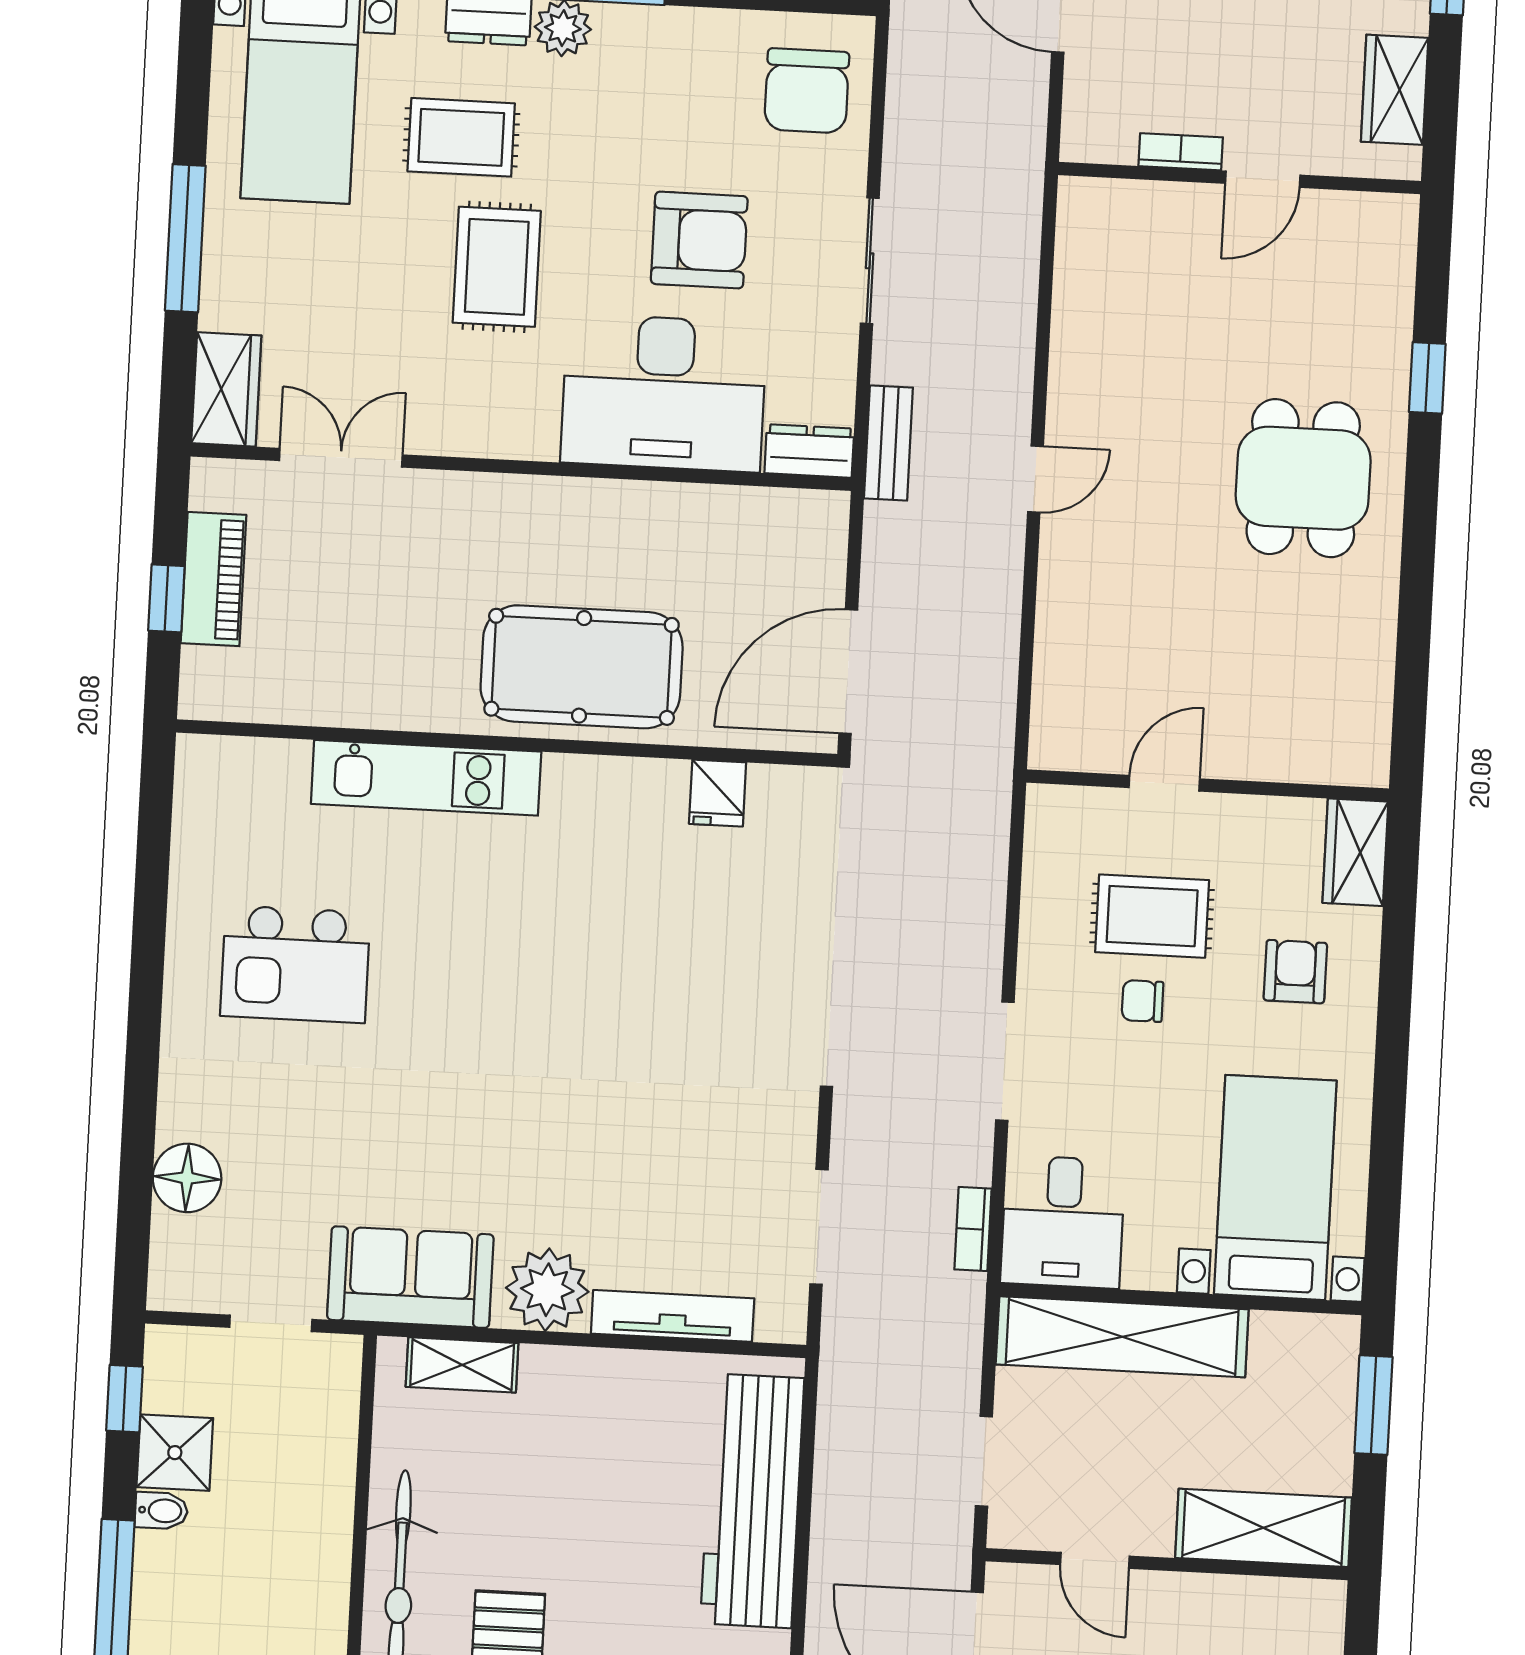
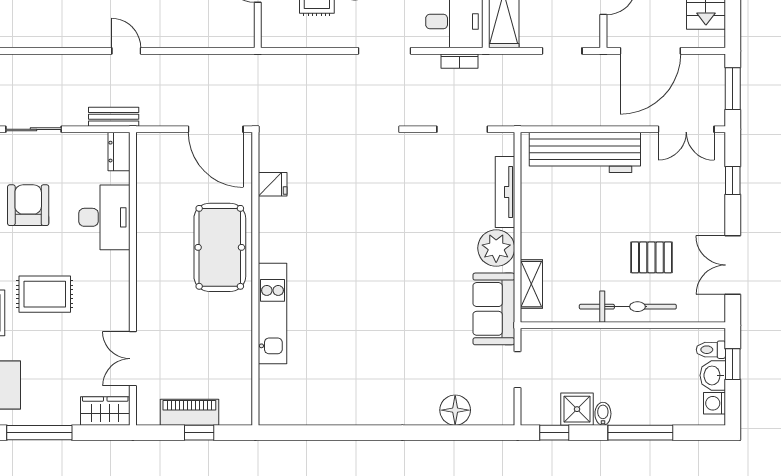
desk: (664, 393) -> (104, 217), width x0.73, depth x0.77
kitchen island: (295, 964) -> (358, 367), removed

